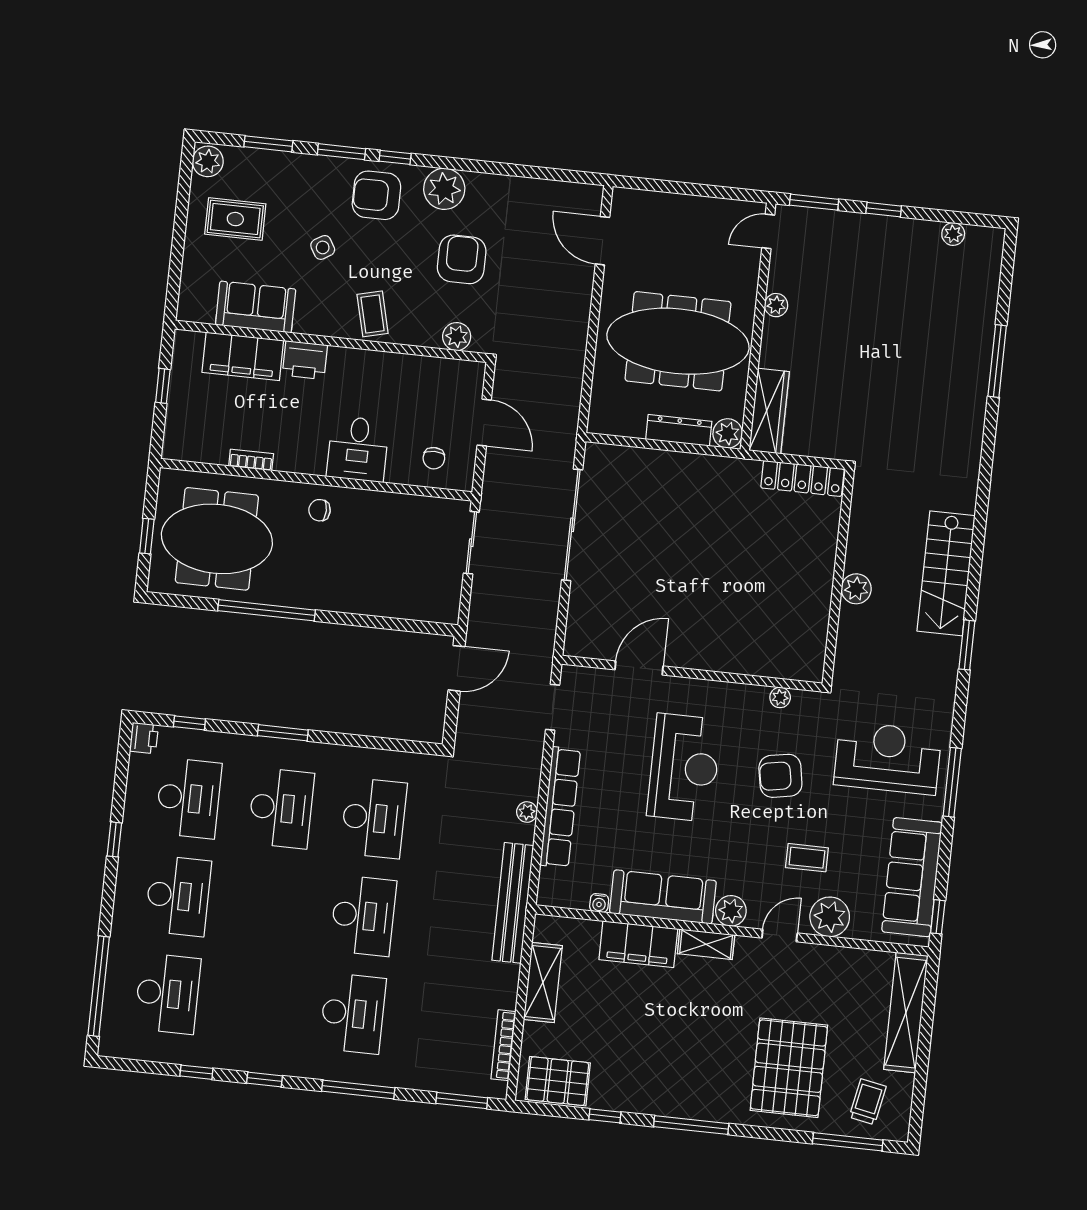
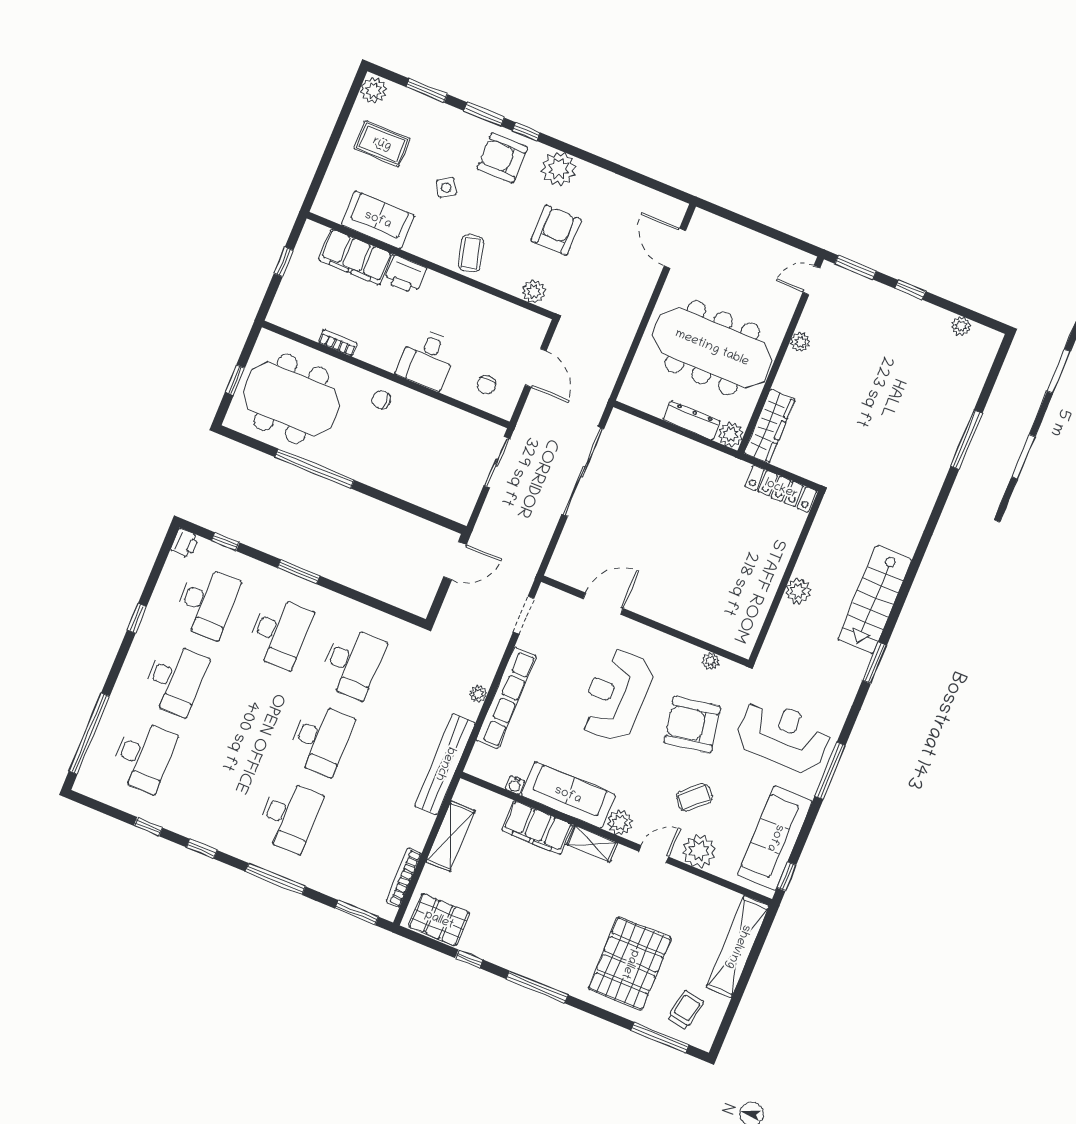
reception desk: (684, 768) -> (616, 695), turned 180
armchair: (780, 776) -> (692, 725), width x1.36, depth x1.36
coffee table: (807, 858) -> (694, 797), turned -42

